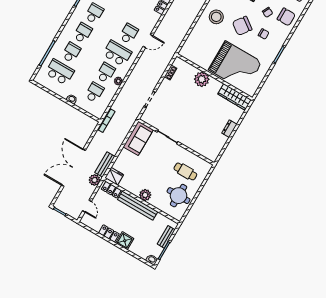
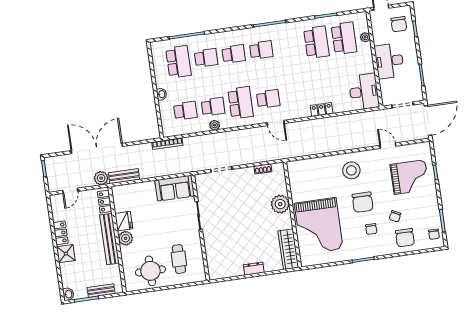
chair: (242, 26) -> (363, 202), turned -126
fridge: (114, 176) -> (124, 221), moved

